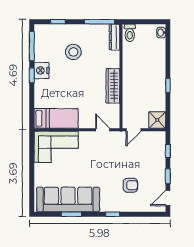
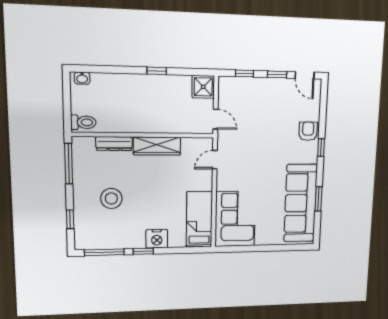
dresser: (114, 37) -> (114, 144), moved
nightstand: (42, 70) -> (157, 239), moved
armchair: (130, 185) -> (308, 131), moved

